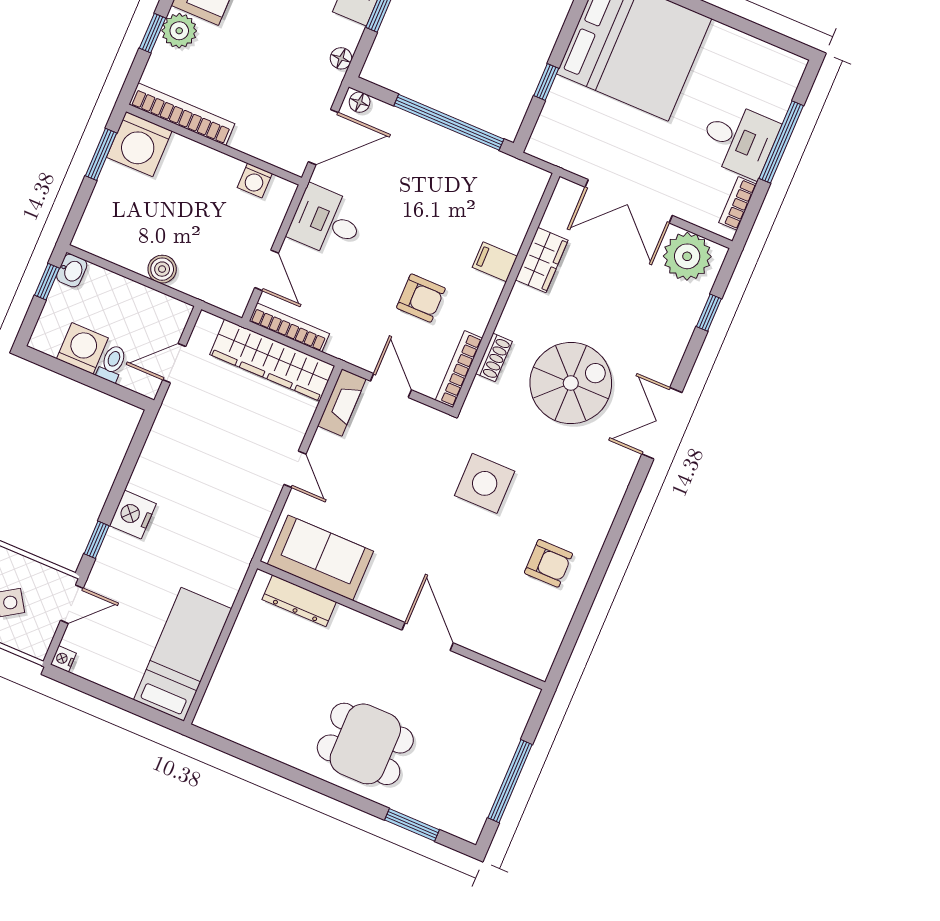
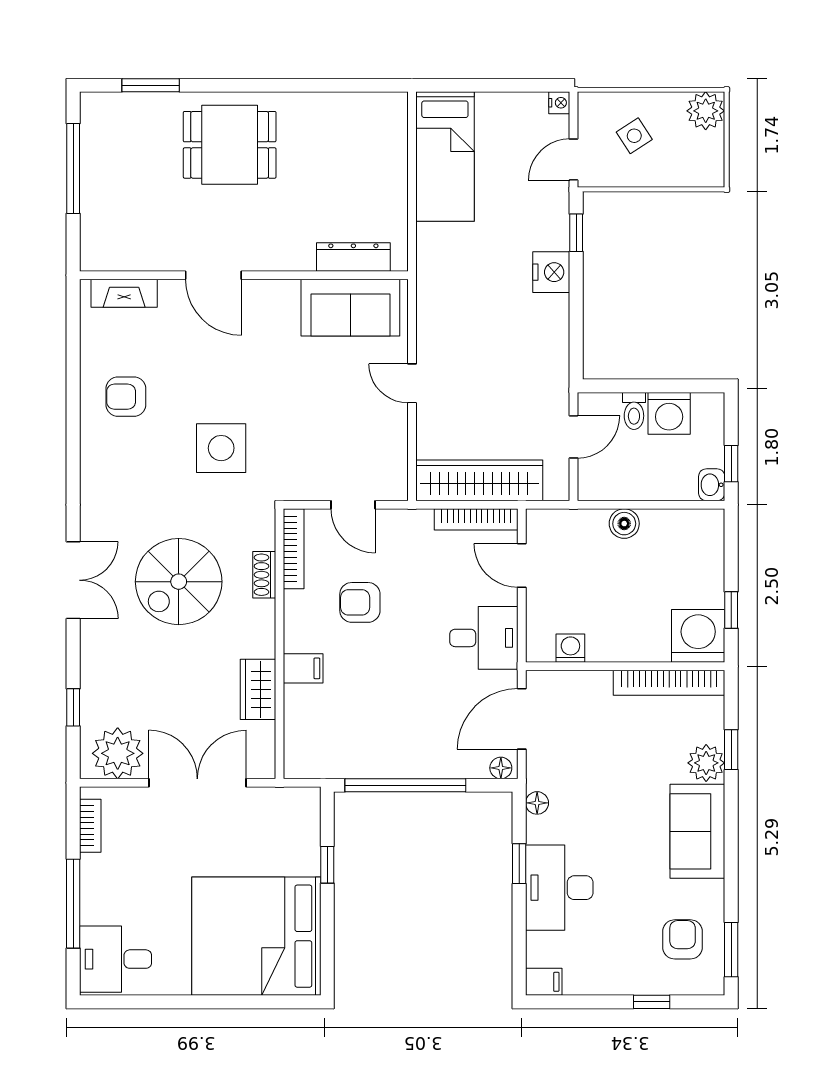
desk: (739, 140) -> (116, 959), moved
window: (101, 154) -> (731, 610), width x0.67
fireplace: (342, 402) -> (124, 293), moved, turned -90

